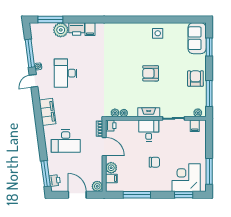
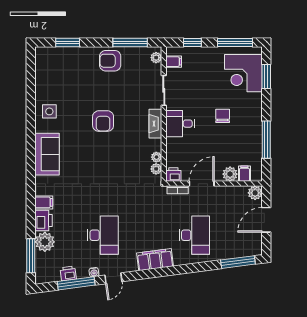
sofa: (197, 38) -> (47, 154), moved, turned -90
desk: (66, 73) -> (103, 235), turned -90
door: (34, 81) -> (113, 278), hinge flipped
window: (209, 140) -> (192, 42), added
printer: (55, 180) -> (68, 273), moved

